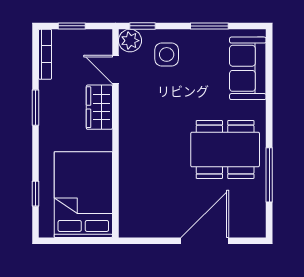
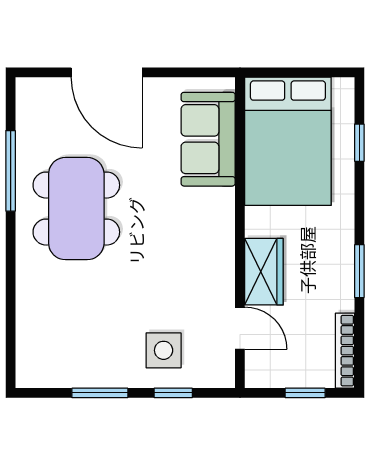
window: (142, 26) -> (173, 393), moved
plant: (130, 41) -> (218, 371), removed
sofa: (248, 68) -> (208, 139), moved, turned 180
dining table: (225, 149) -> (76, 209), turned 90
door: (205, 241) -> (107, 72), hinge flipped

